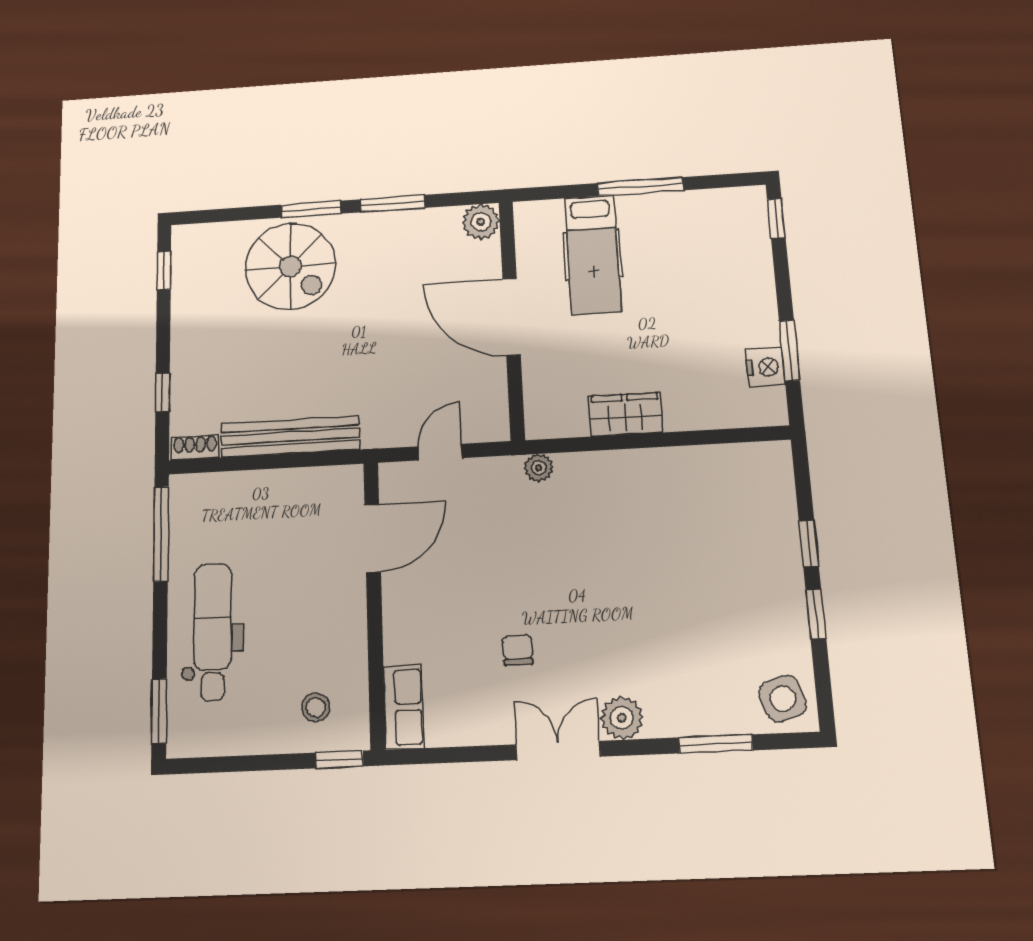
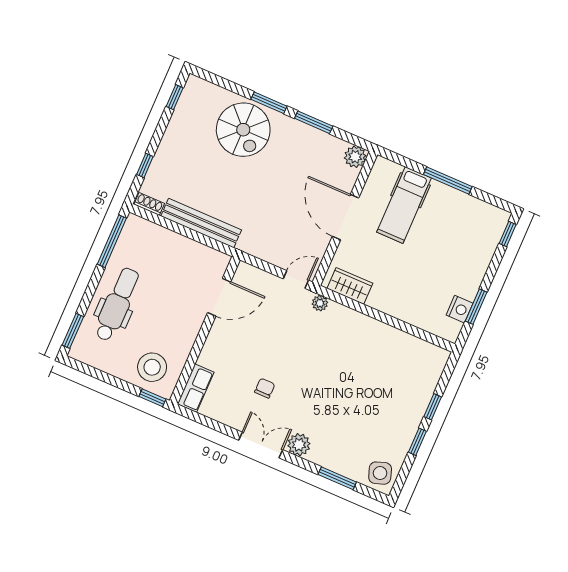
wardrobe: (626, 414) -> (350, 286), moved
door: (440, 452) -> (296, 280), moved
stool: (316, 707) -> (152, 367), width x1.89, depth x1.89

